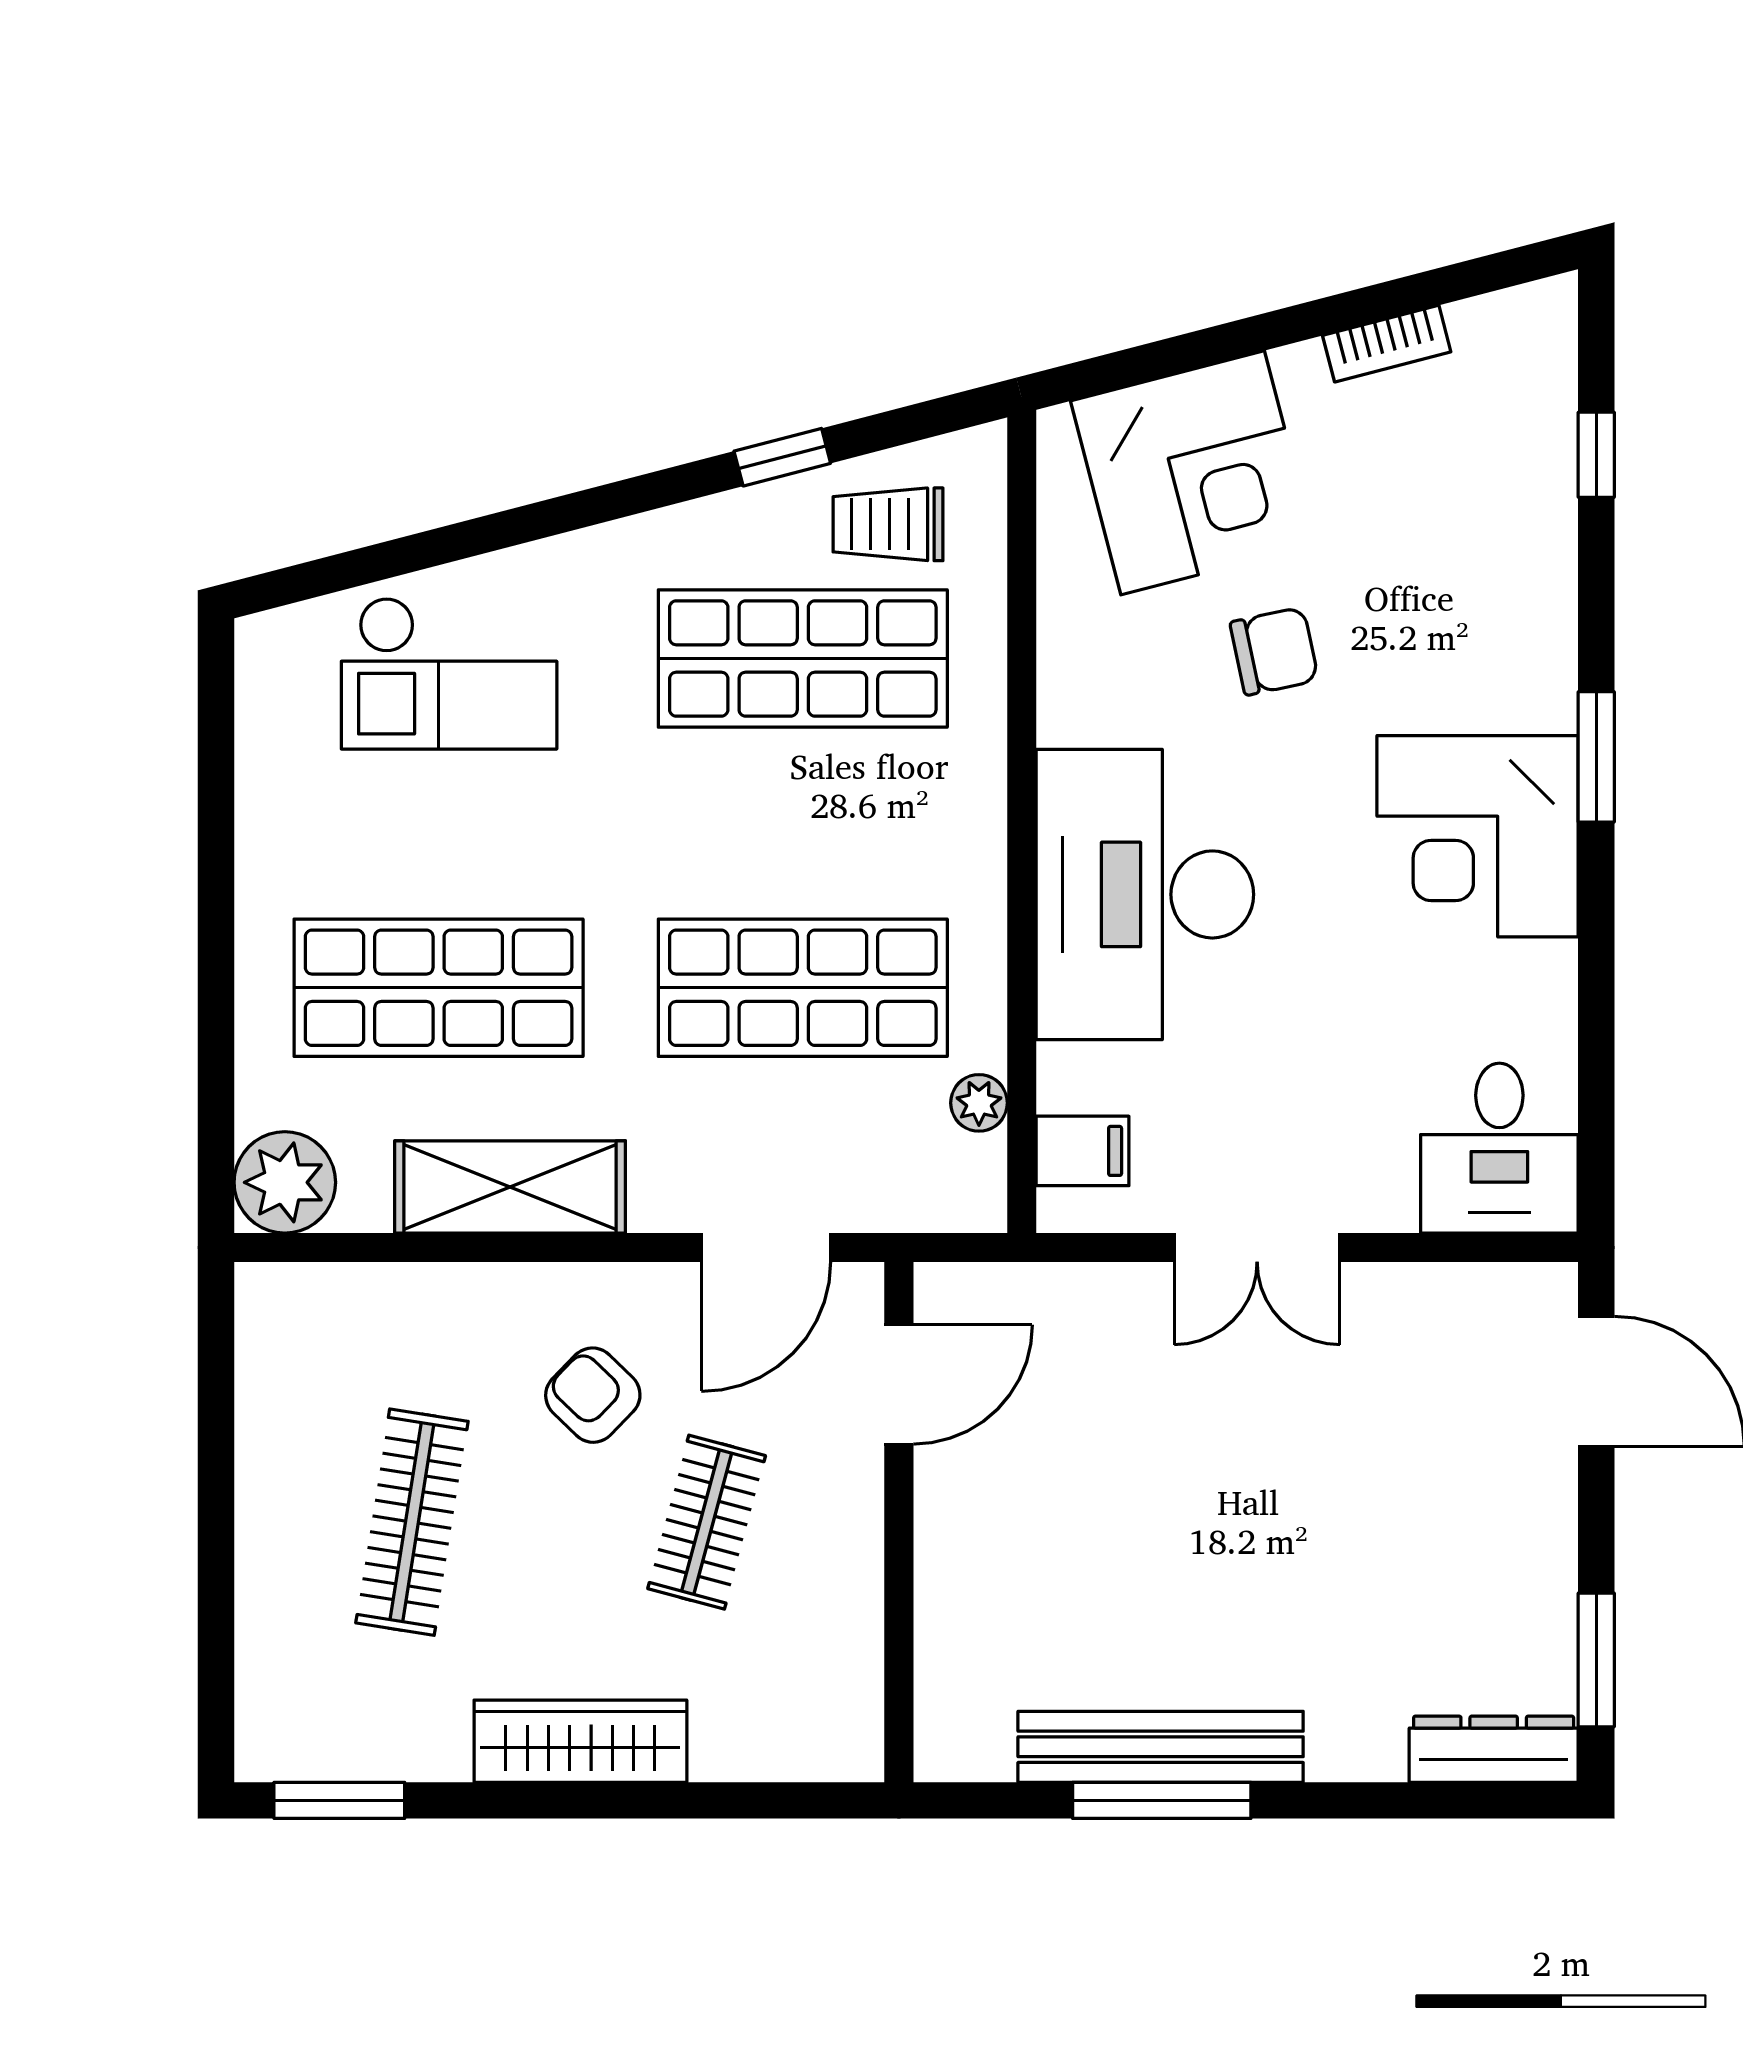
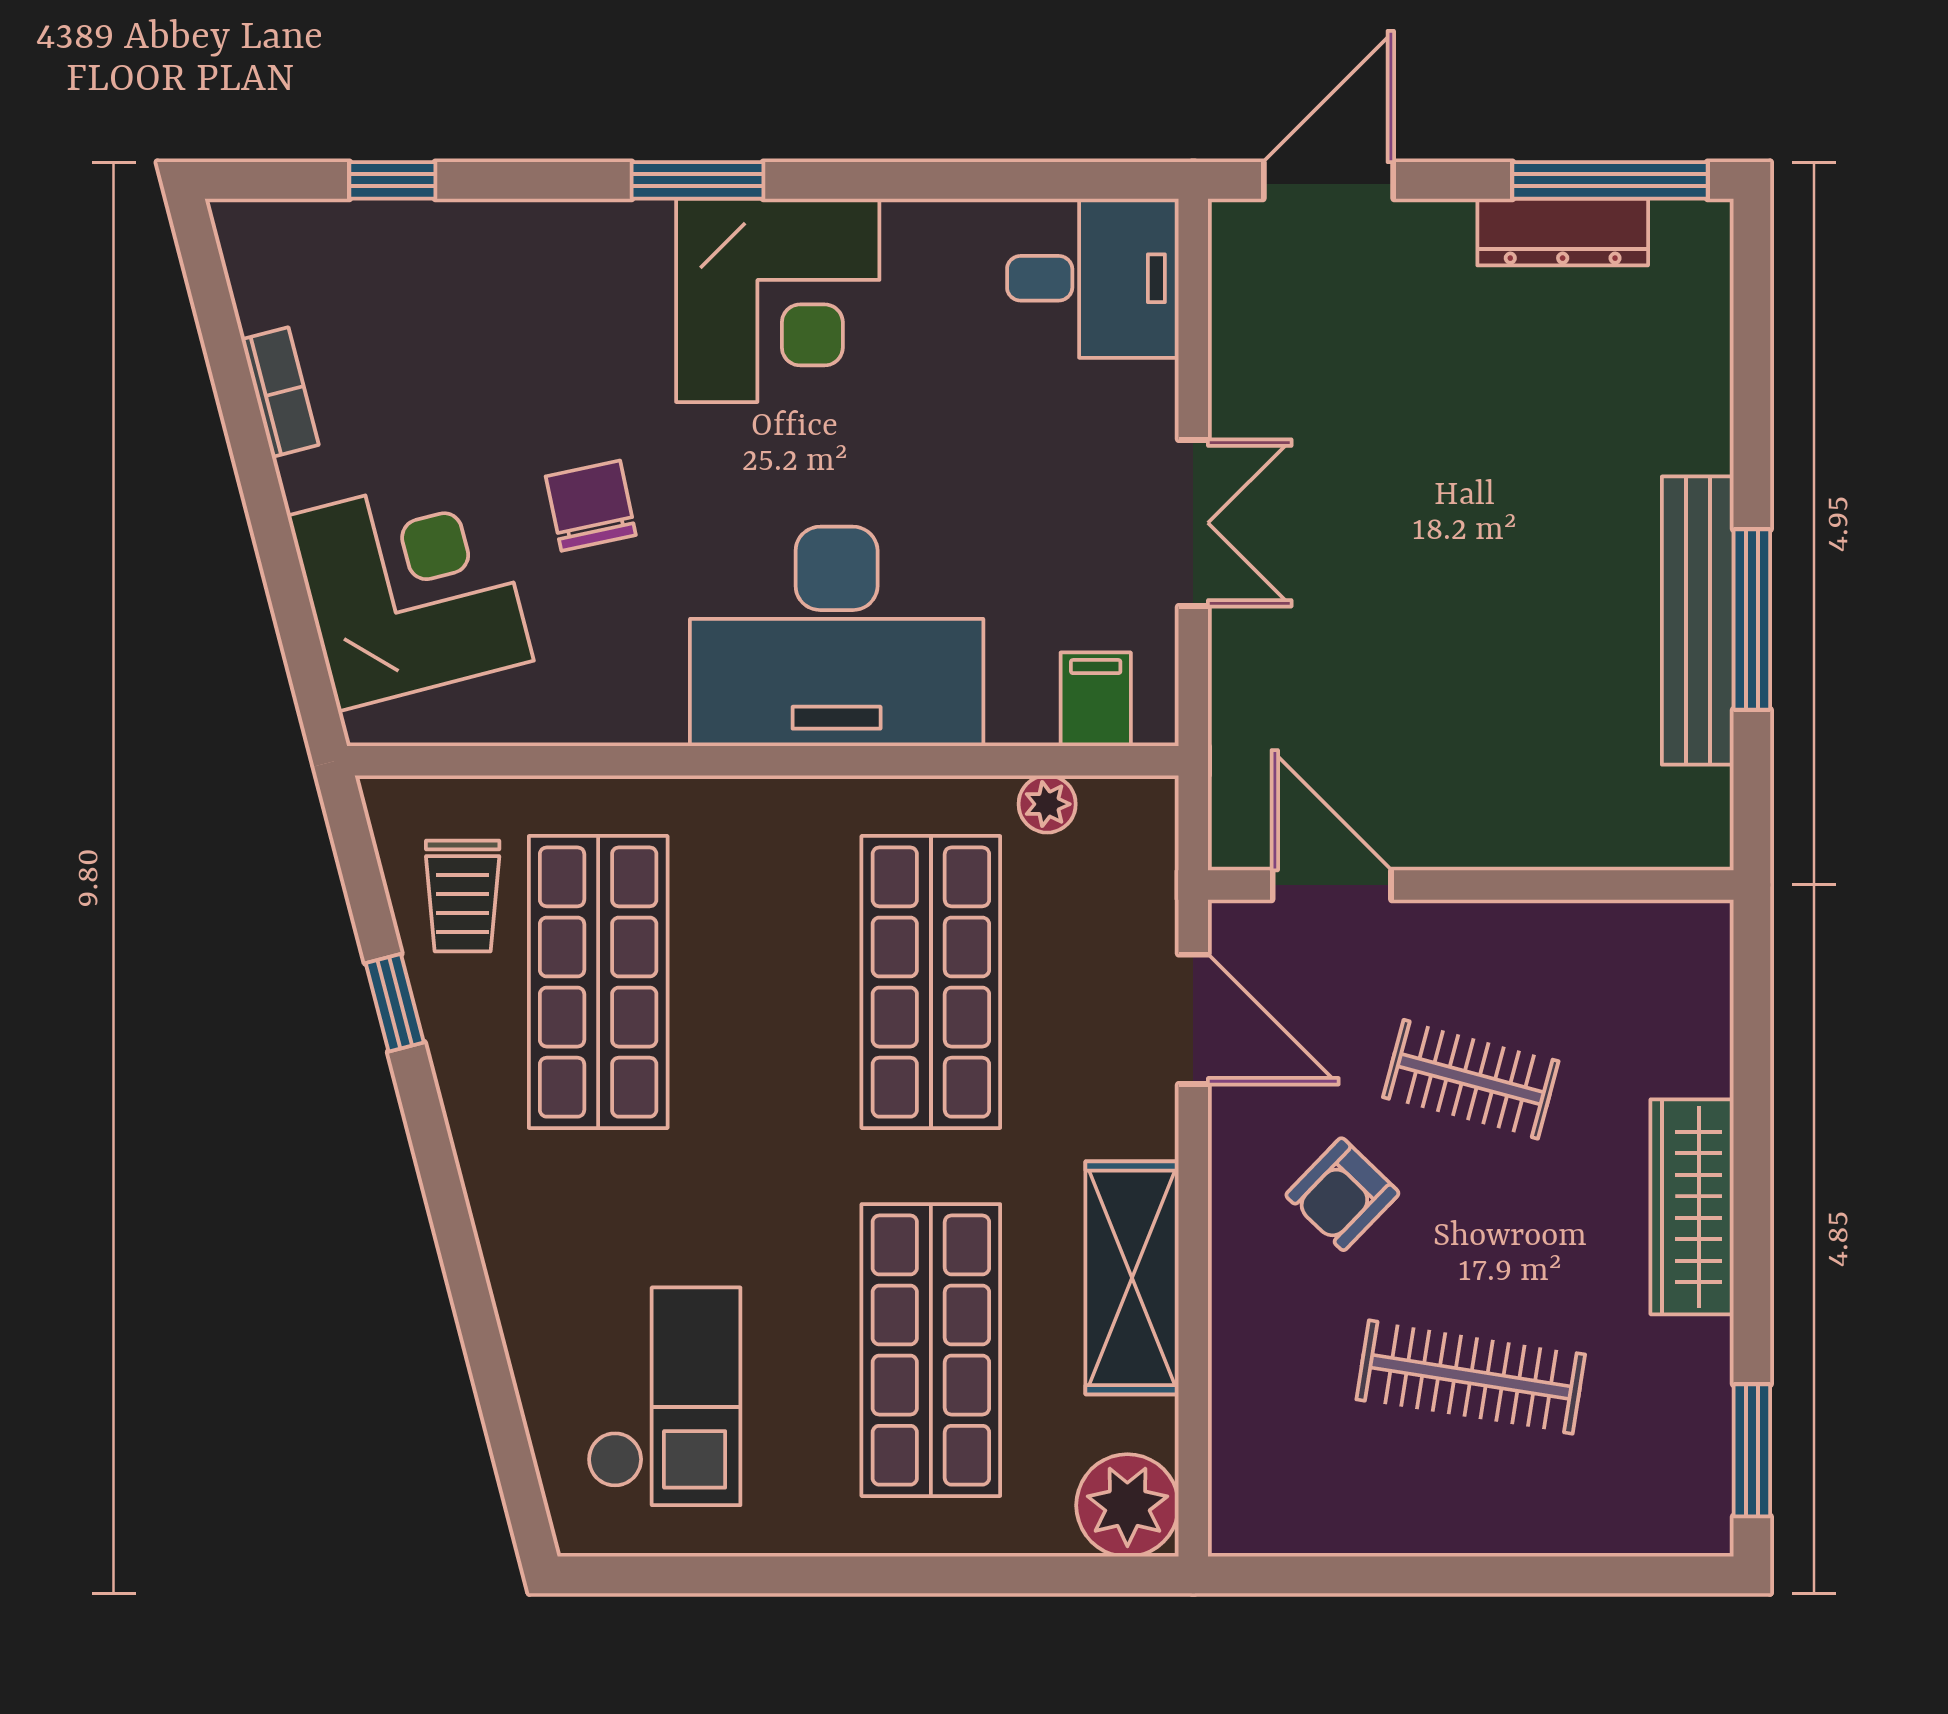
checkout: (449, 673) -> (664, 1396), moved
window: (1596, 1660) -> (1610, 180), width x1.44
dresser: (1494, 1749) -> (1563, 232), moved, turned -90

